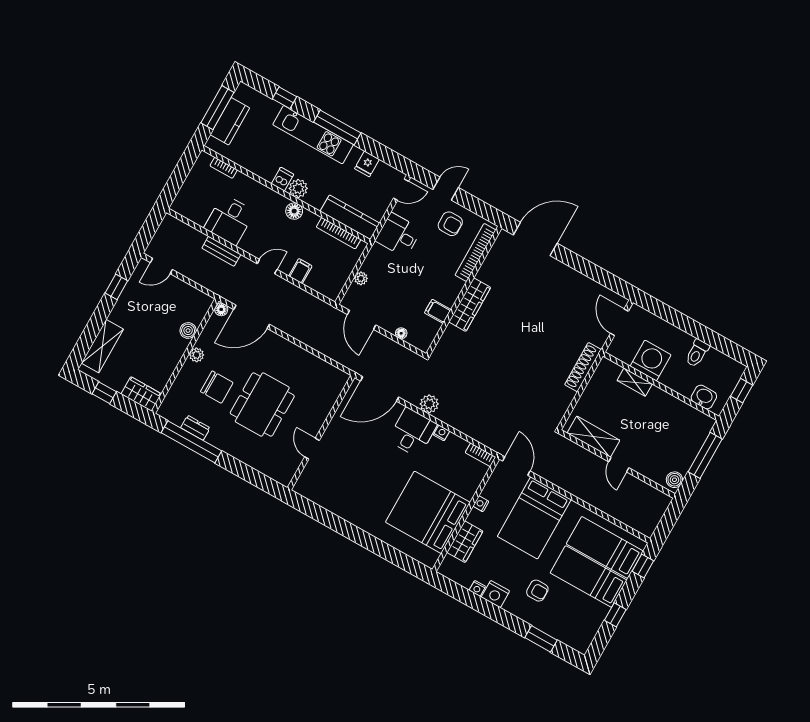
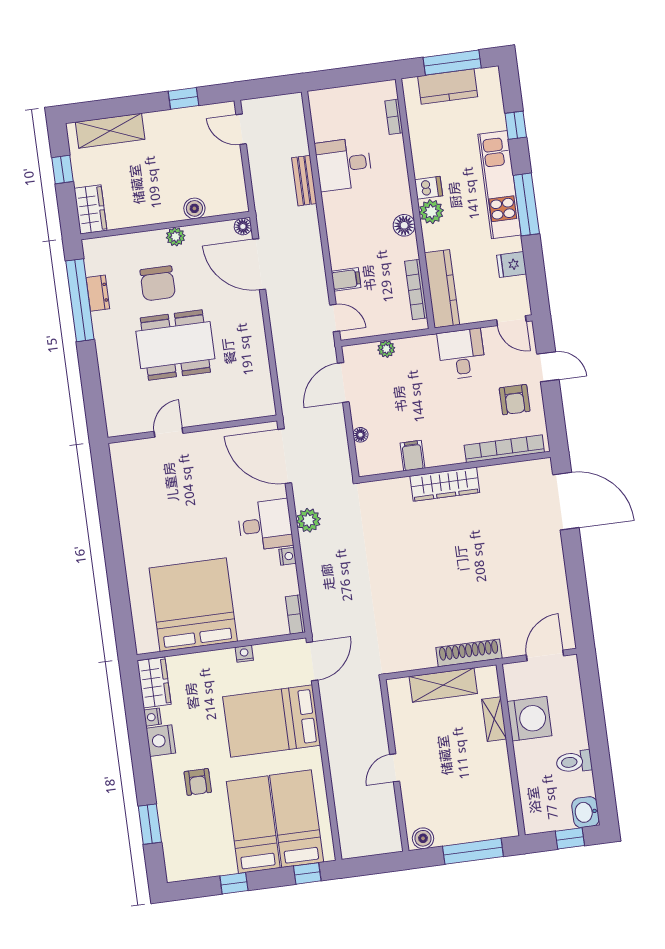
door: (267, 267) -> (335, 318), moved
washbasin: (704, 397) -> (585, 812), moved, turned 180
shelving: (593, 437) -> (443, 685), moved, turned 90
wardrobe: (465, 542) -> (154, 682), moved, turned -90

